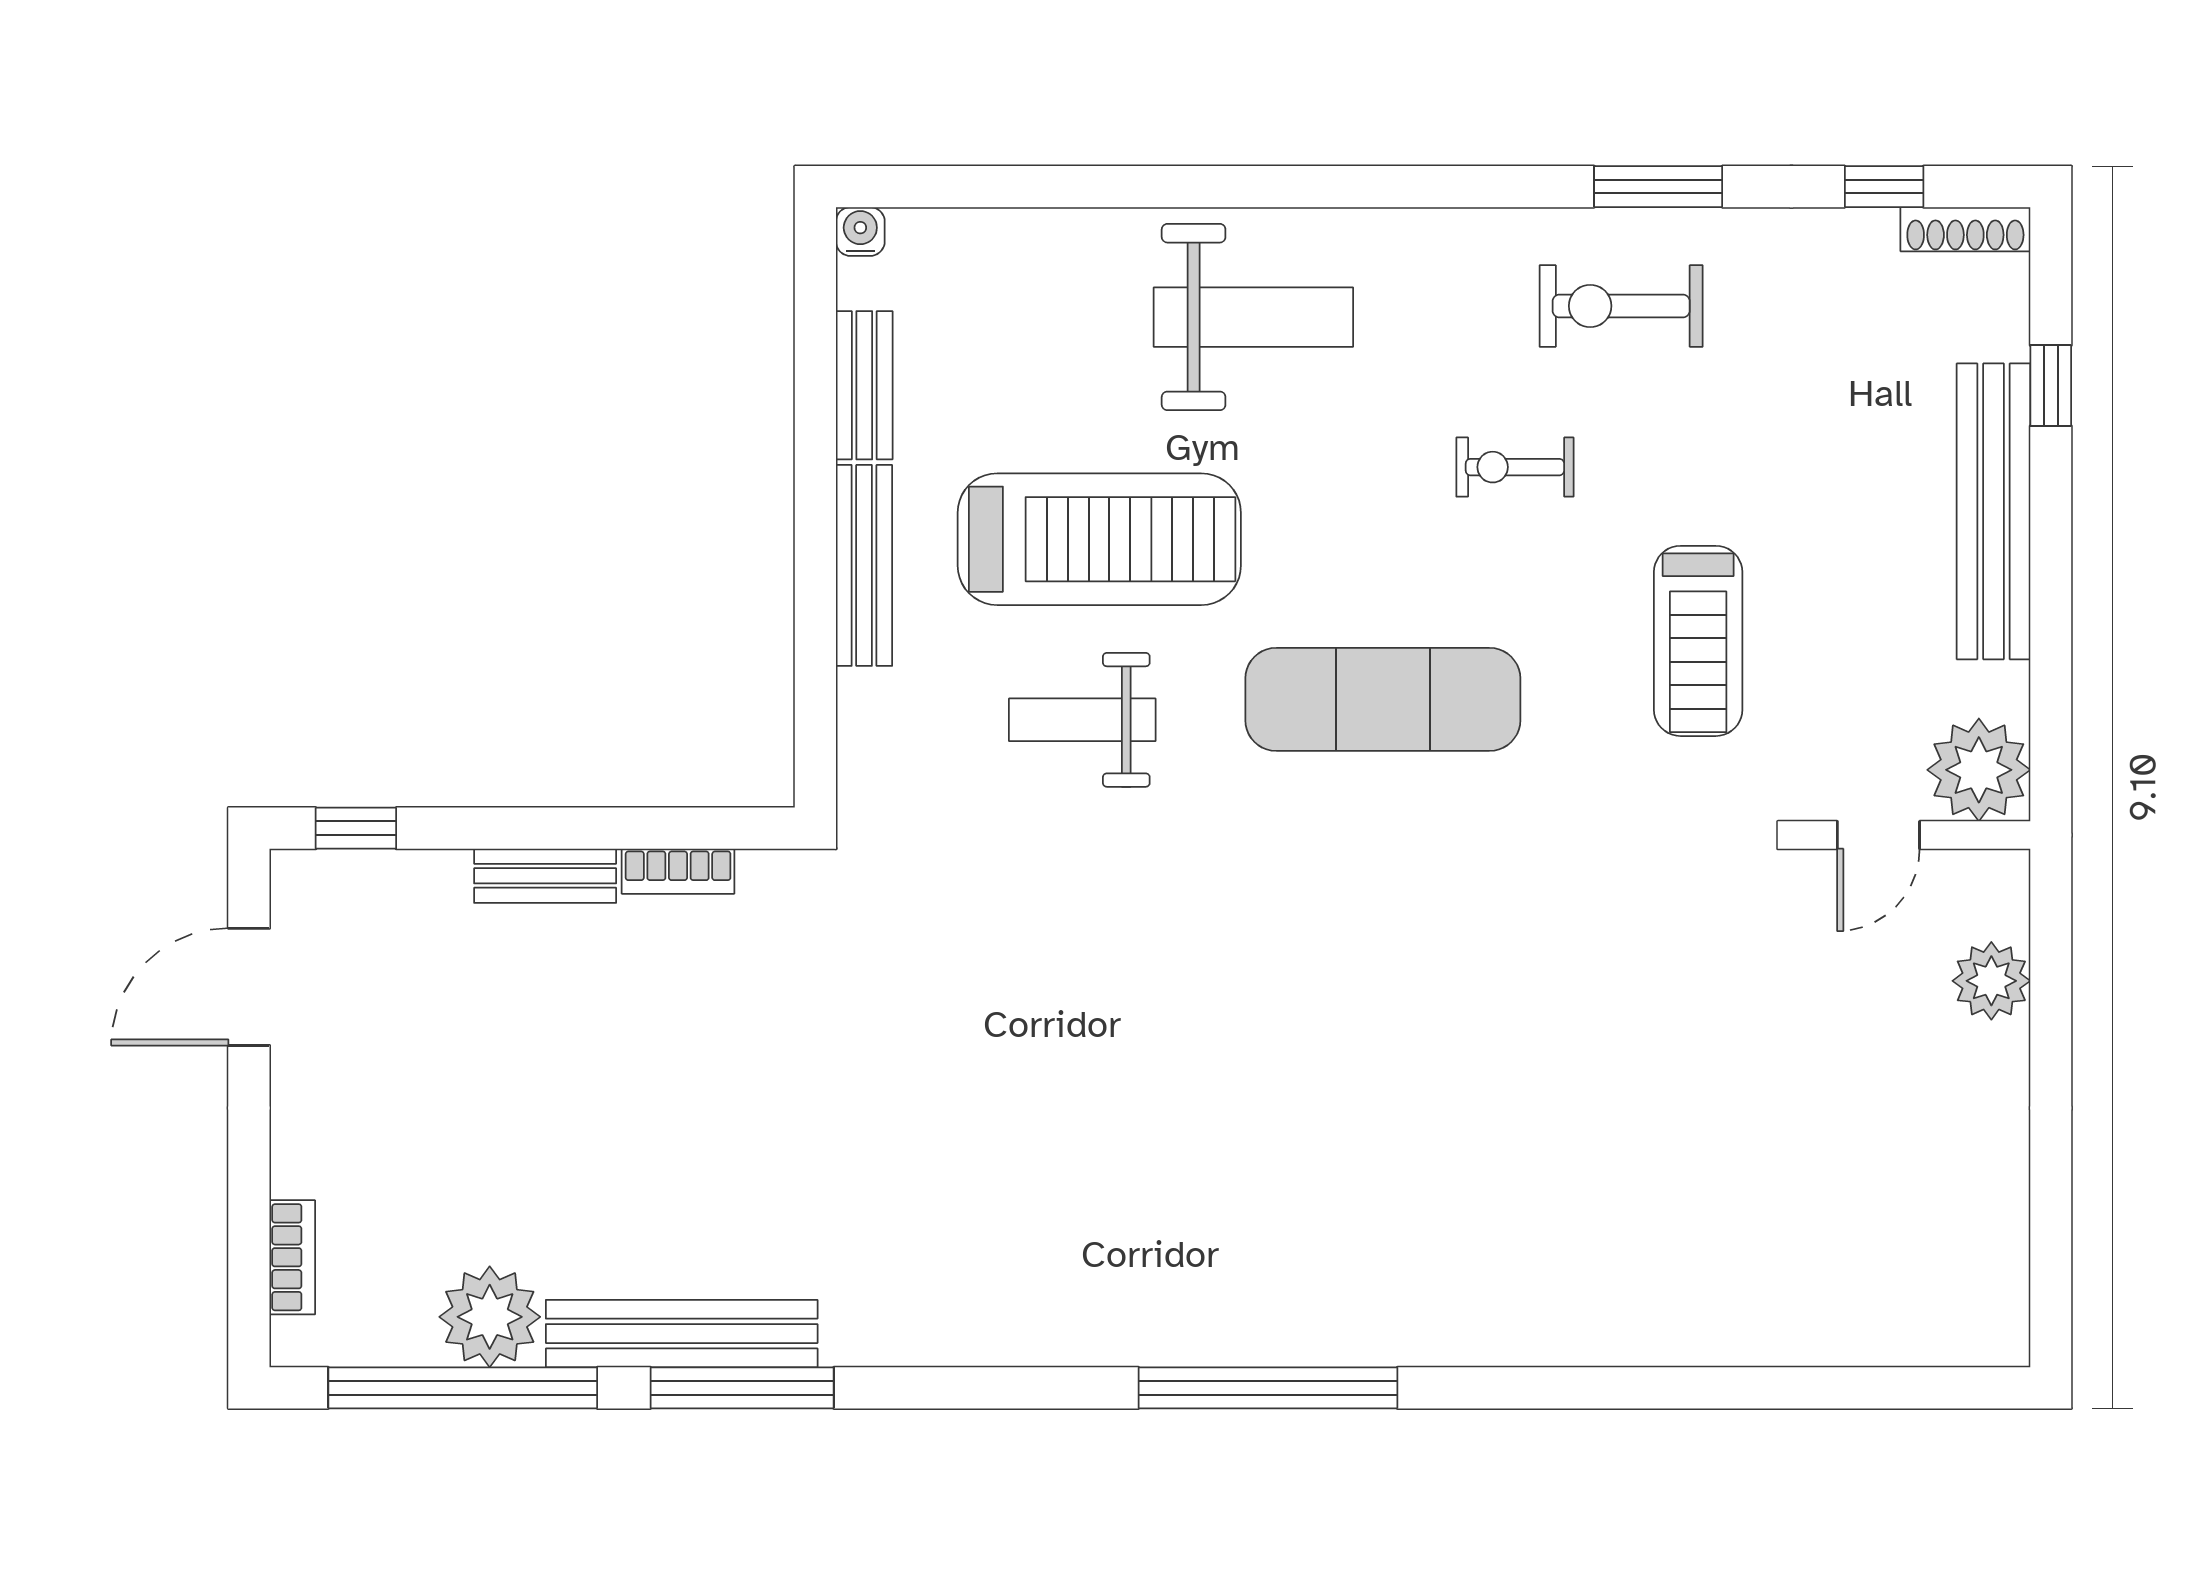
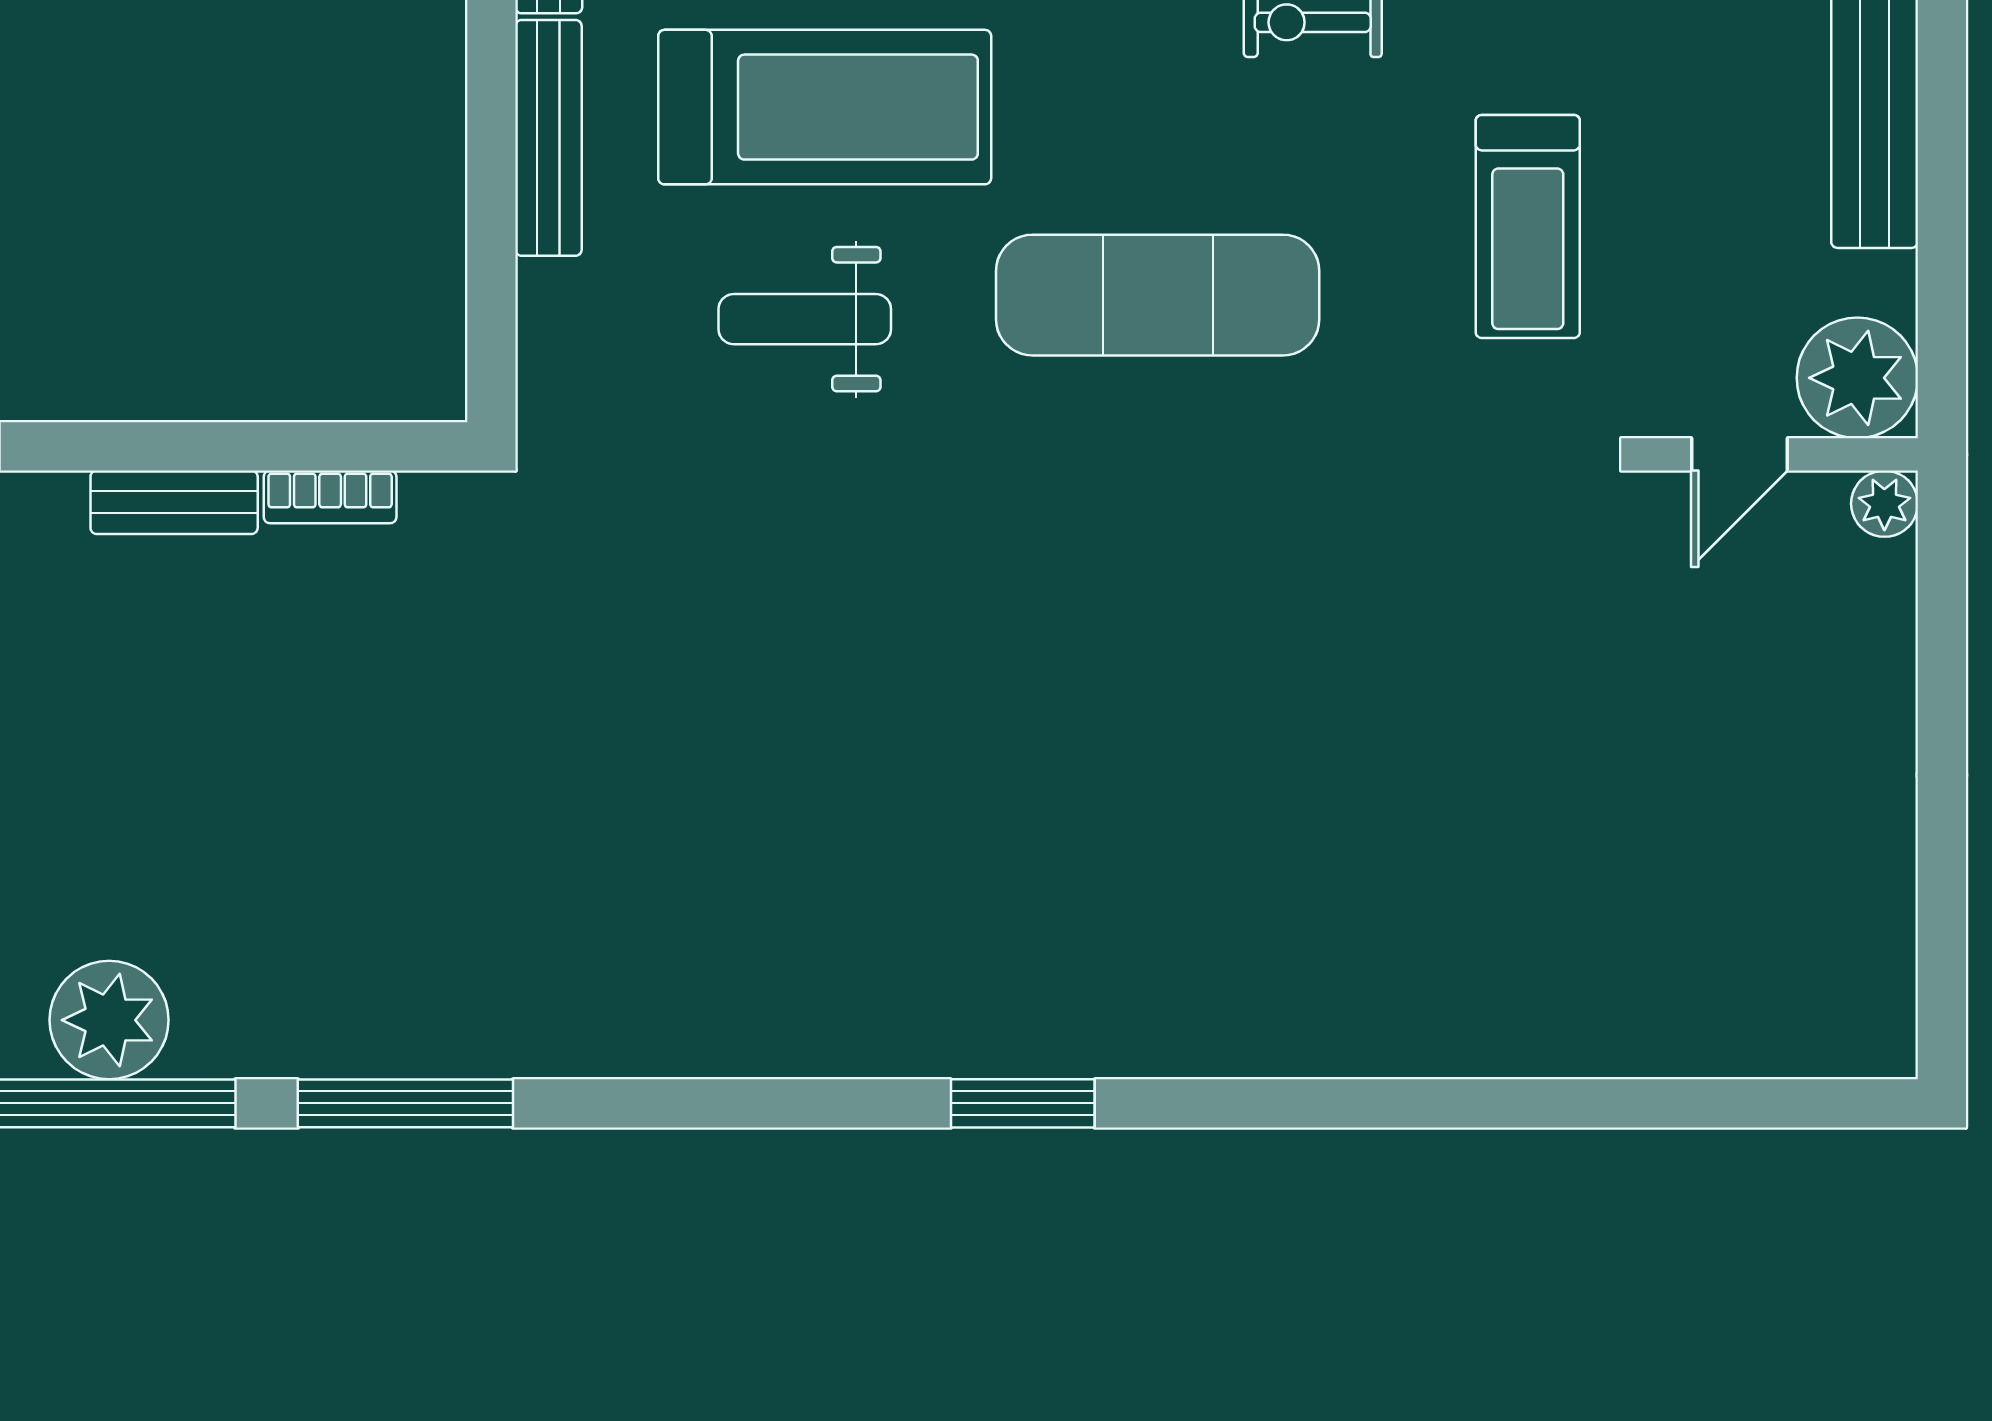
plant: (1991, 981) -> (1884, 504), moved, width x0.73, depth x0.73
bench: (682, 1334) -> (334, 1040), removed
window: (1268, 1388) -> (1023, 1103), width x0.47

